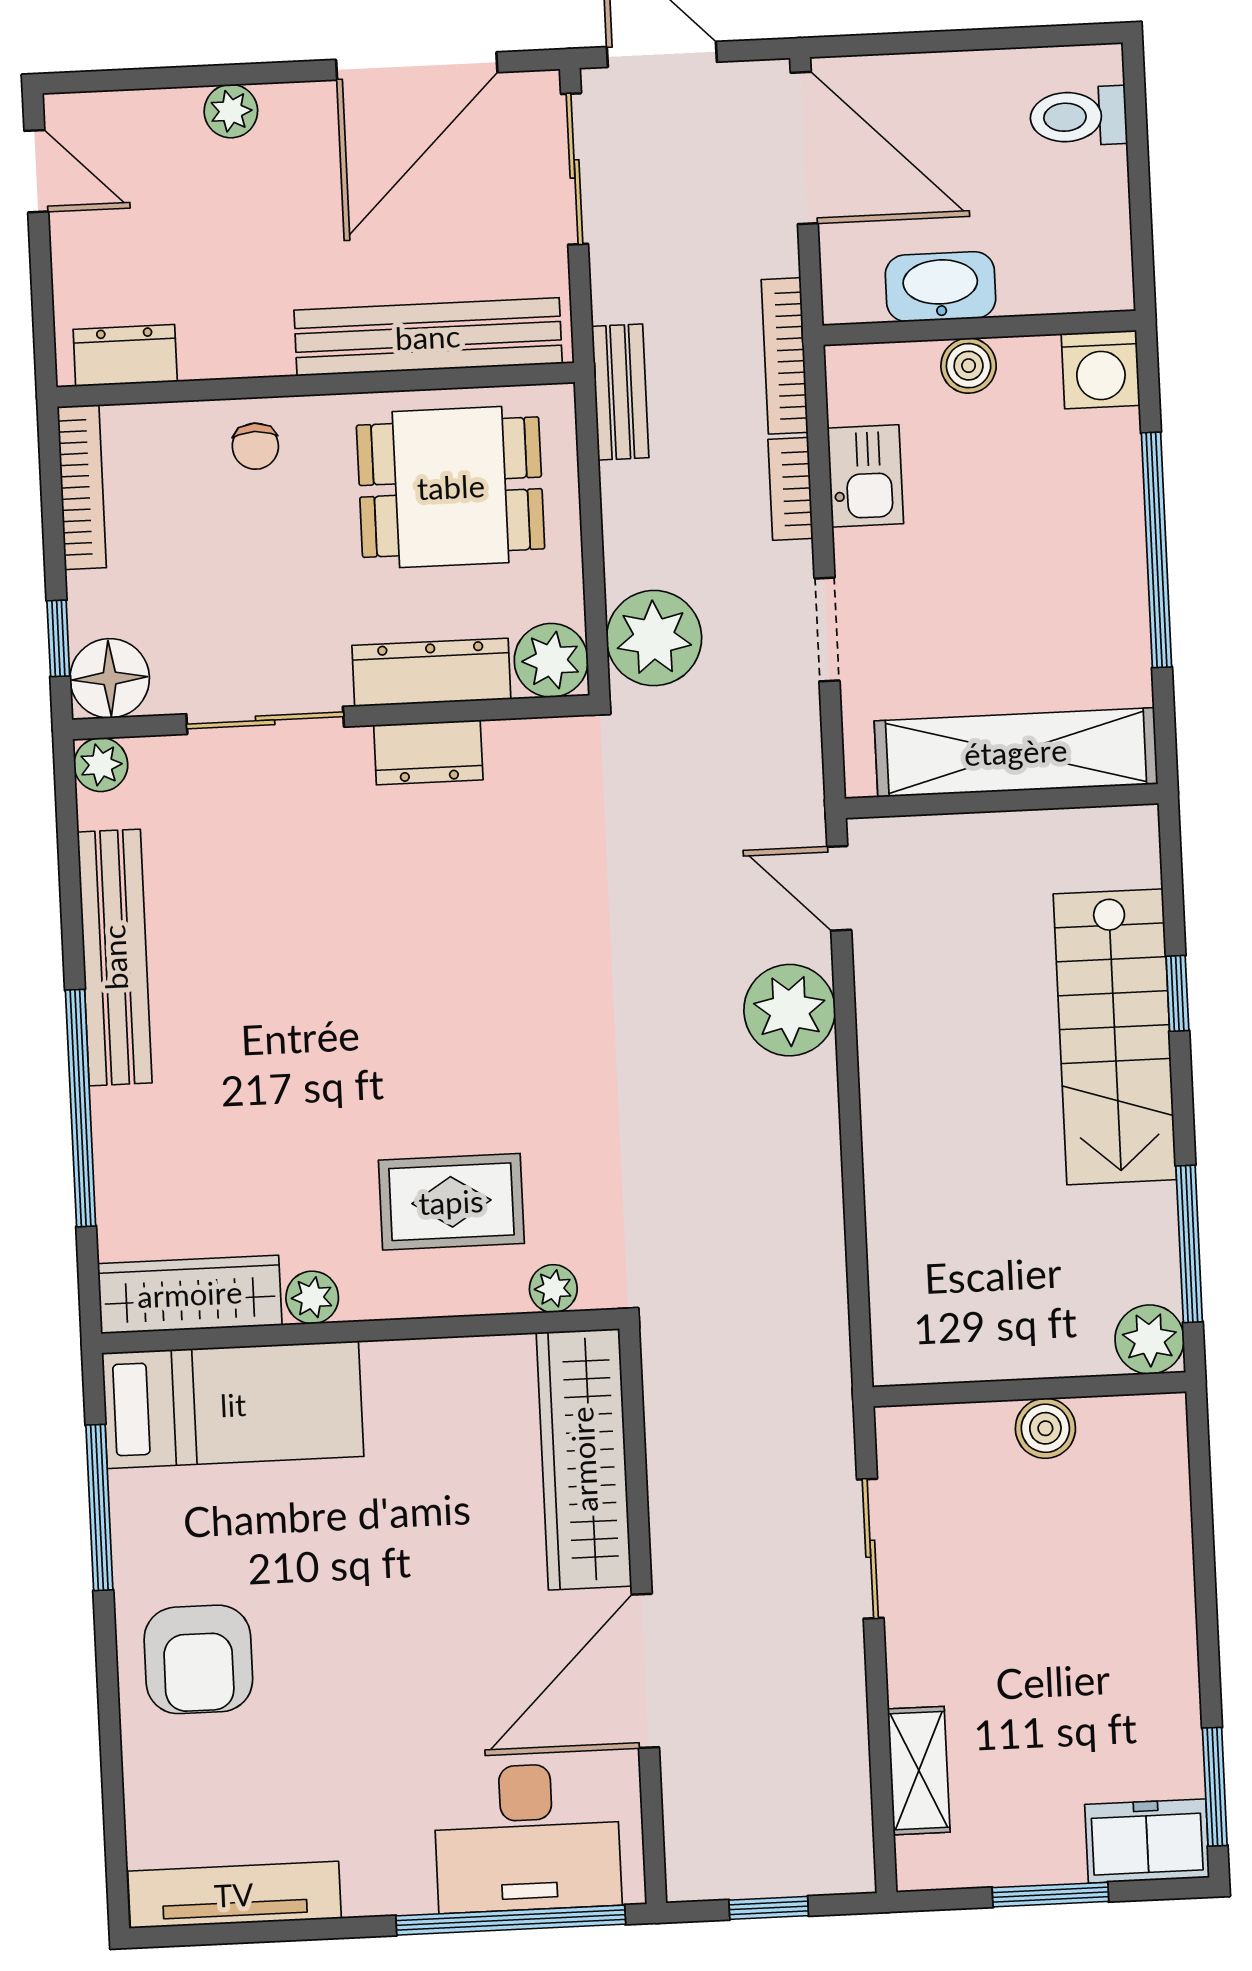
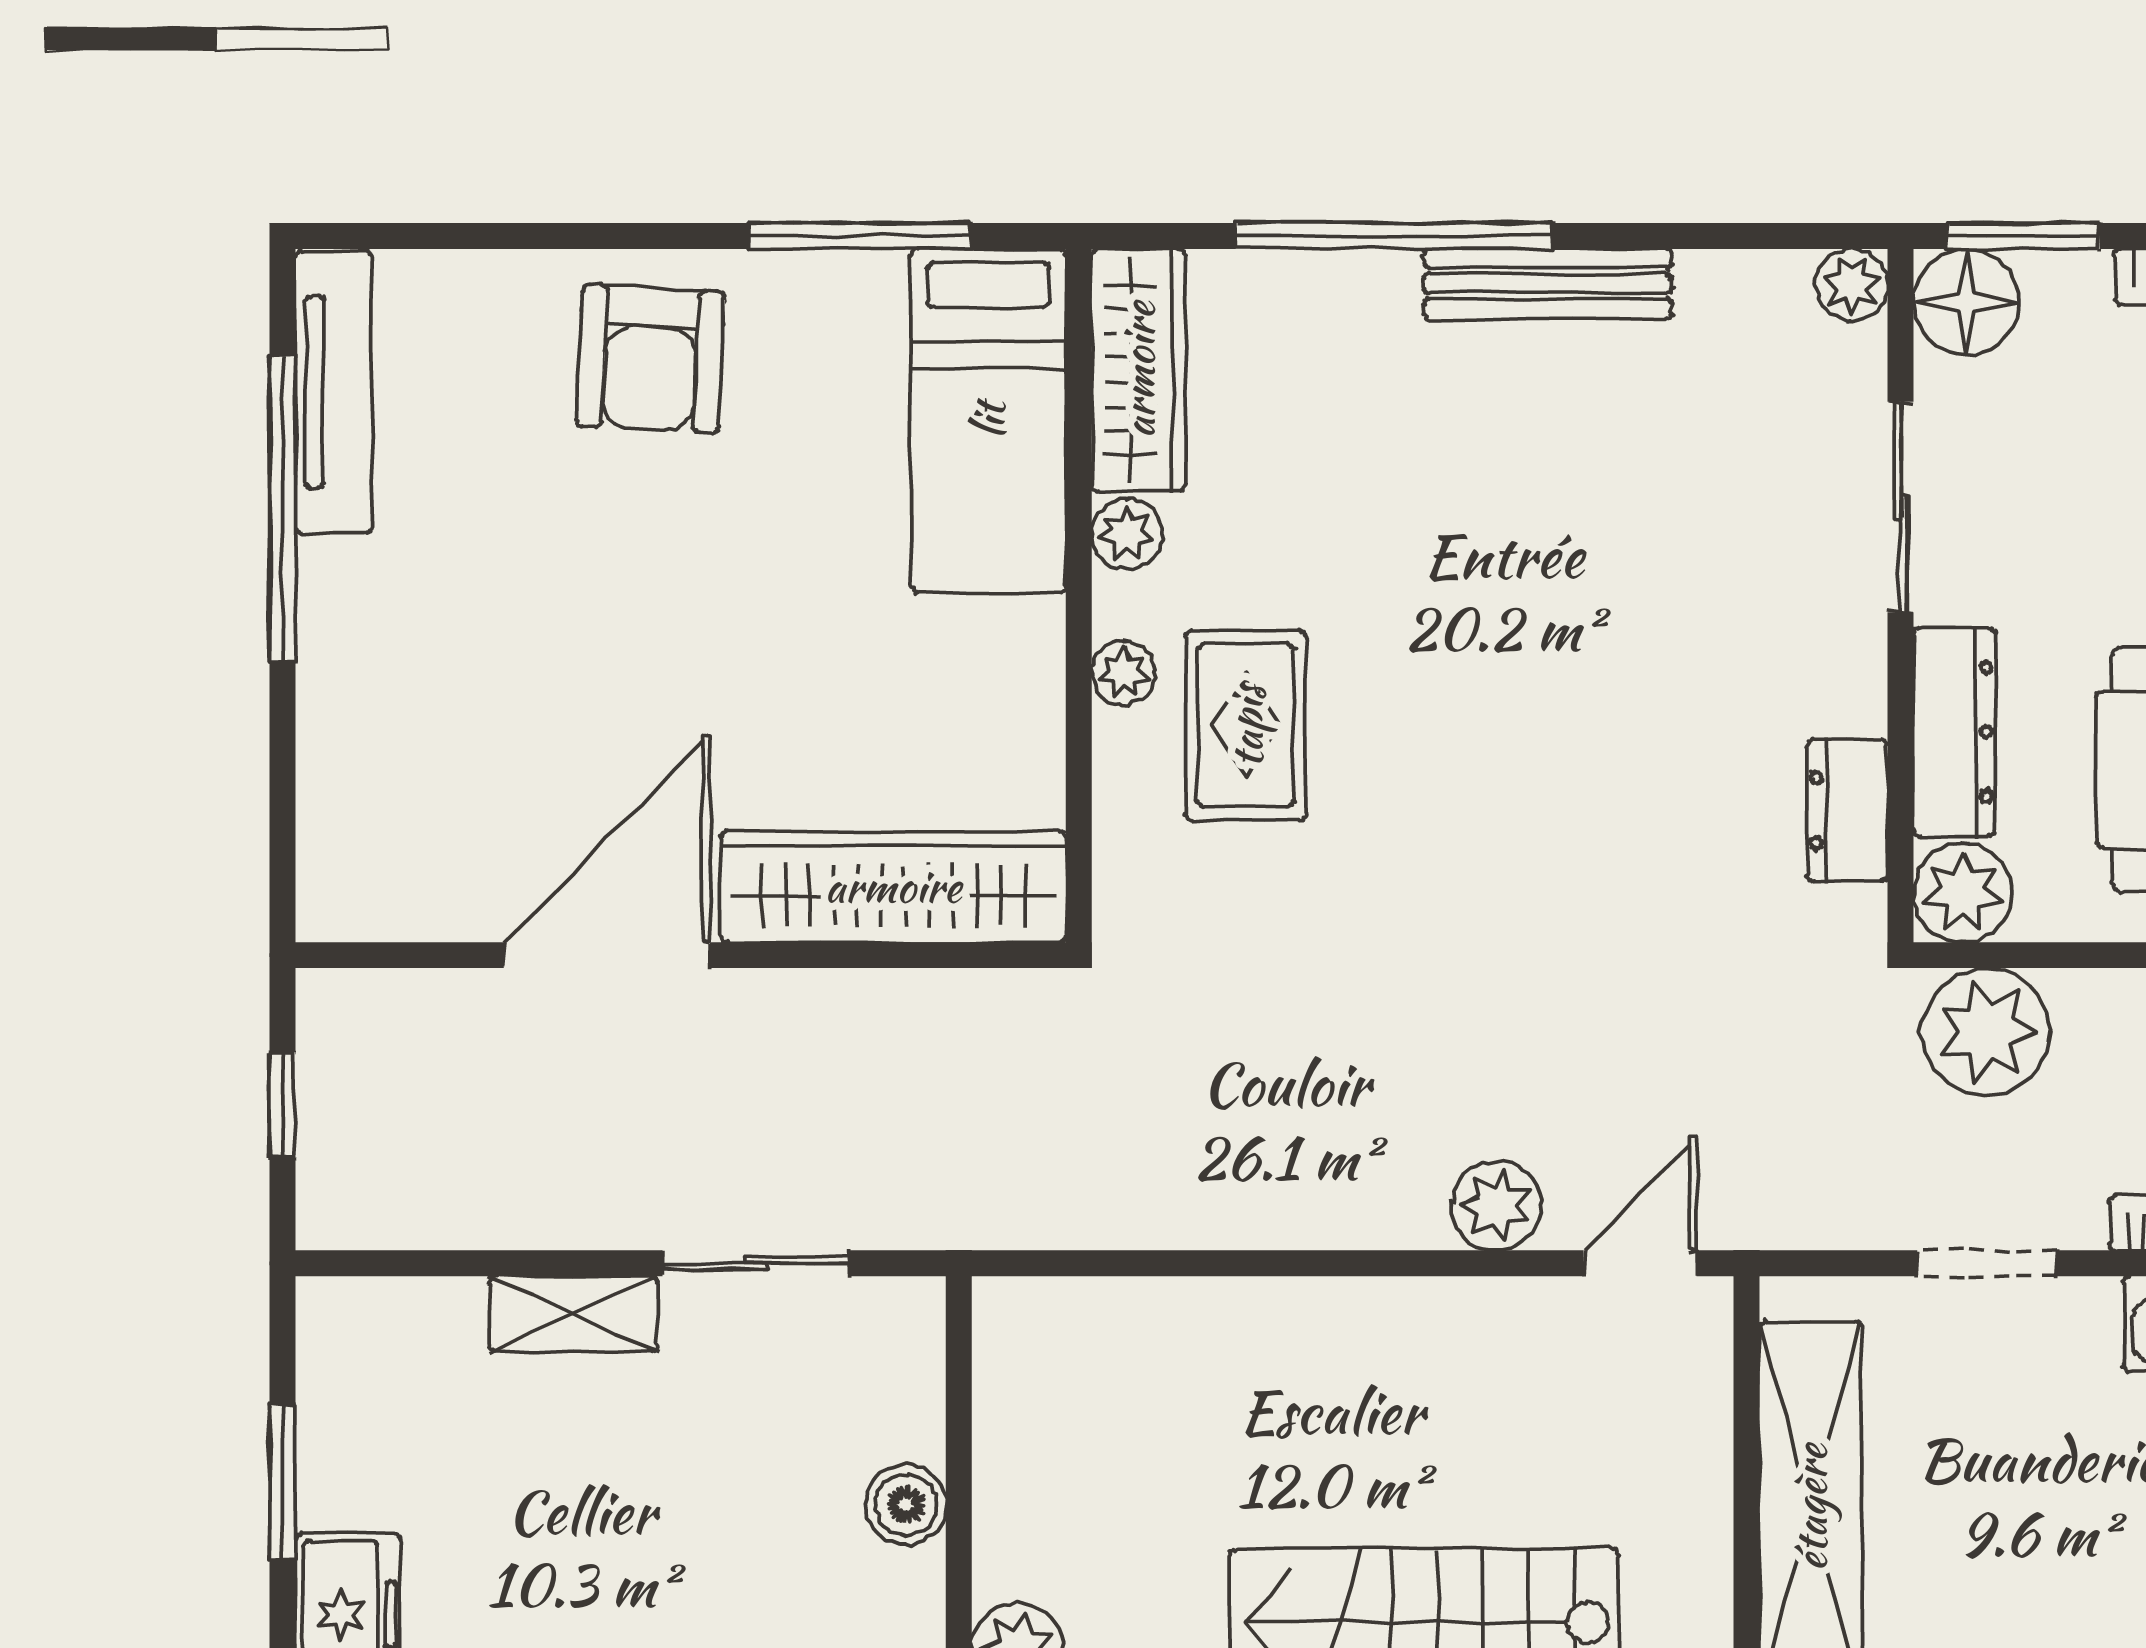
window: (58, 638) -> (2023, 236), width x1.50
dresser: (428, 752) -> (1848, 810), moved
bench: (115, 957) -> (1548, 284), width x0.73, depth x0.82
plant: (790, 1010) -> (1497, 1206), width x0.73, depth x0.73
plant: (553, 1289) -> (1123, 673), moved
armchair: (198, 1659) -> (650, 359), turned -87
door: (645, 1671) -> (607, 955), hinge flipped
shelving: (919, 1771) -> (573, 1314), moved
desk: (527, 1837) -> (392, 787), removed
window: (511, 1920) -> (282, 508), moved

